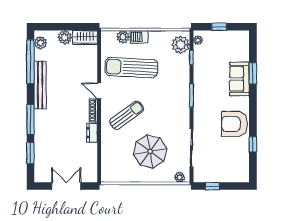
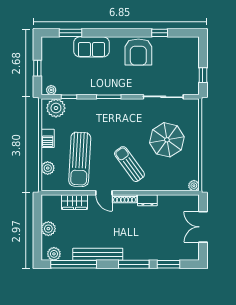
barbecue: (139, 37) -> (48, 138), moved
wardrobe: (85, 38) -> (74, 202), moved, turned 90
window: (253, 73) -> (71, 33), moved
door: (99, 91) -> (104, 193), hinge flipped
plant: (180, 177) -> (194, 186), moved

